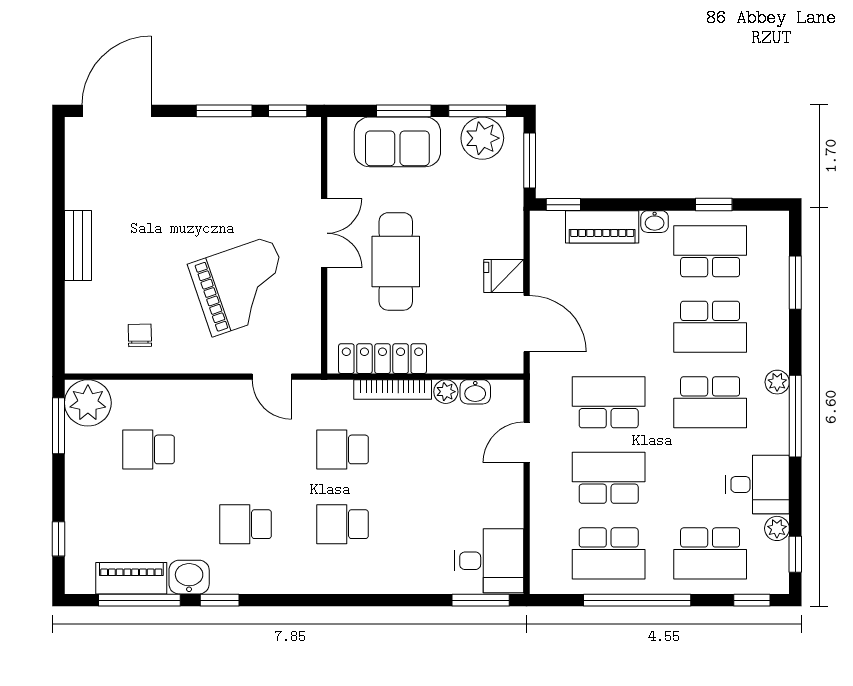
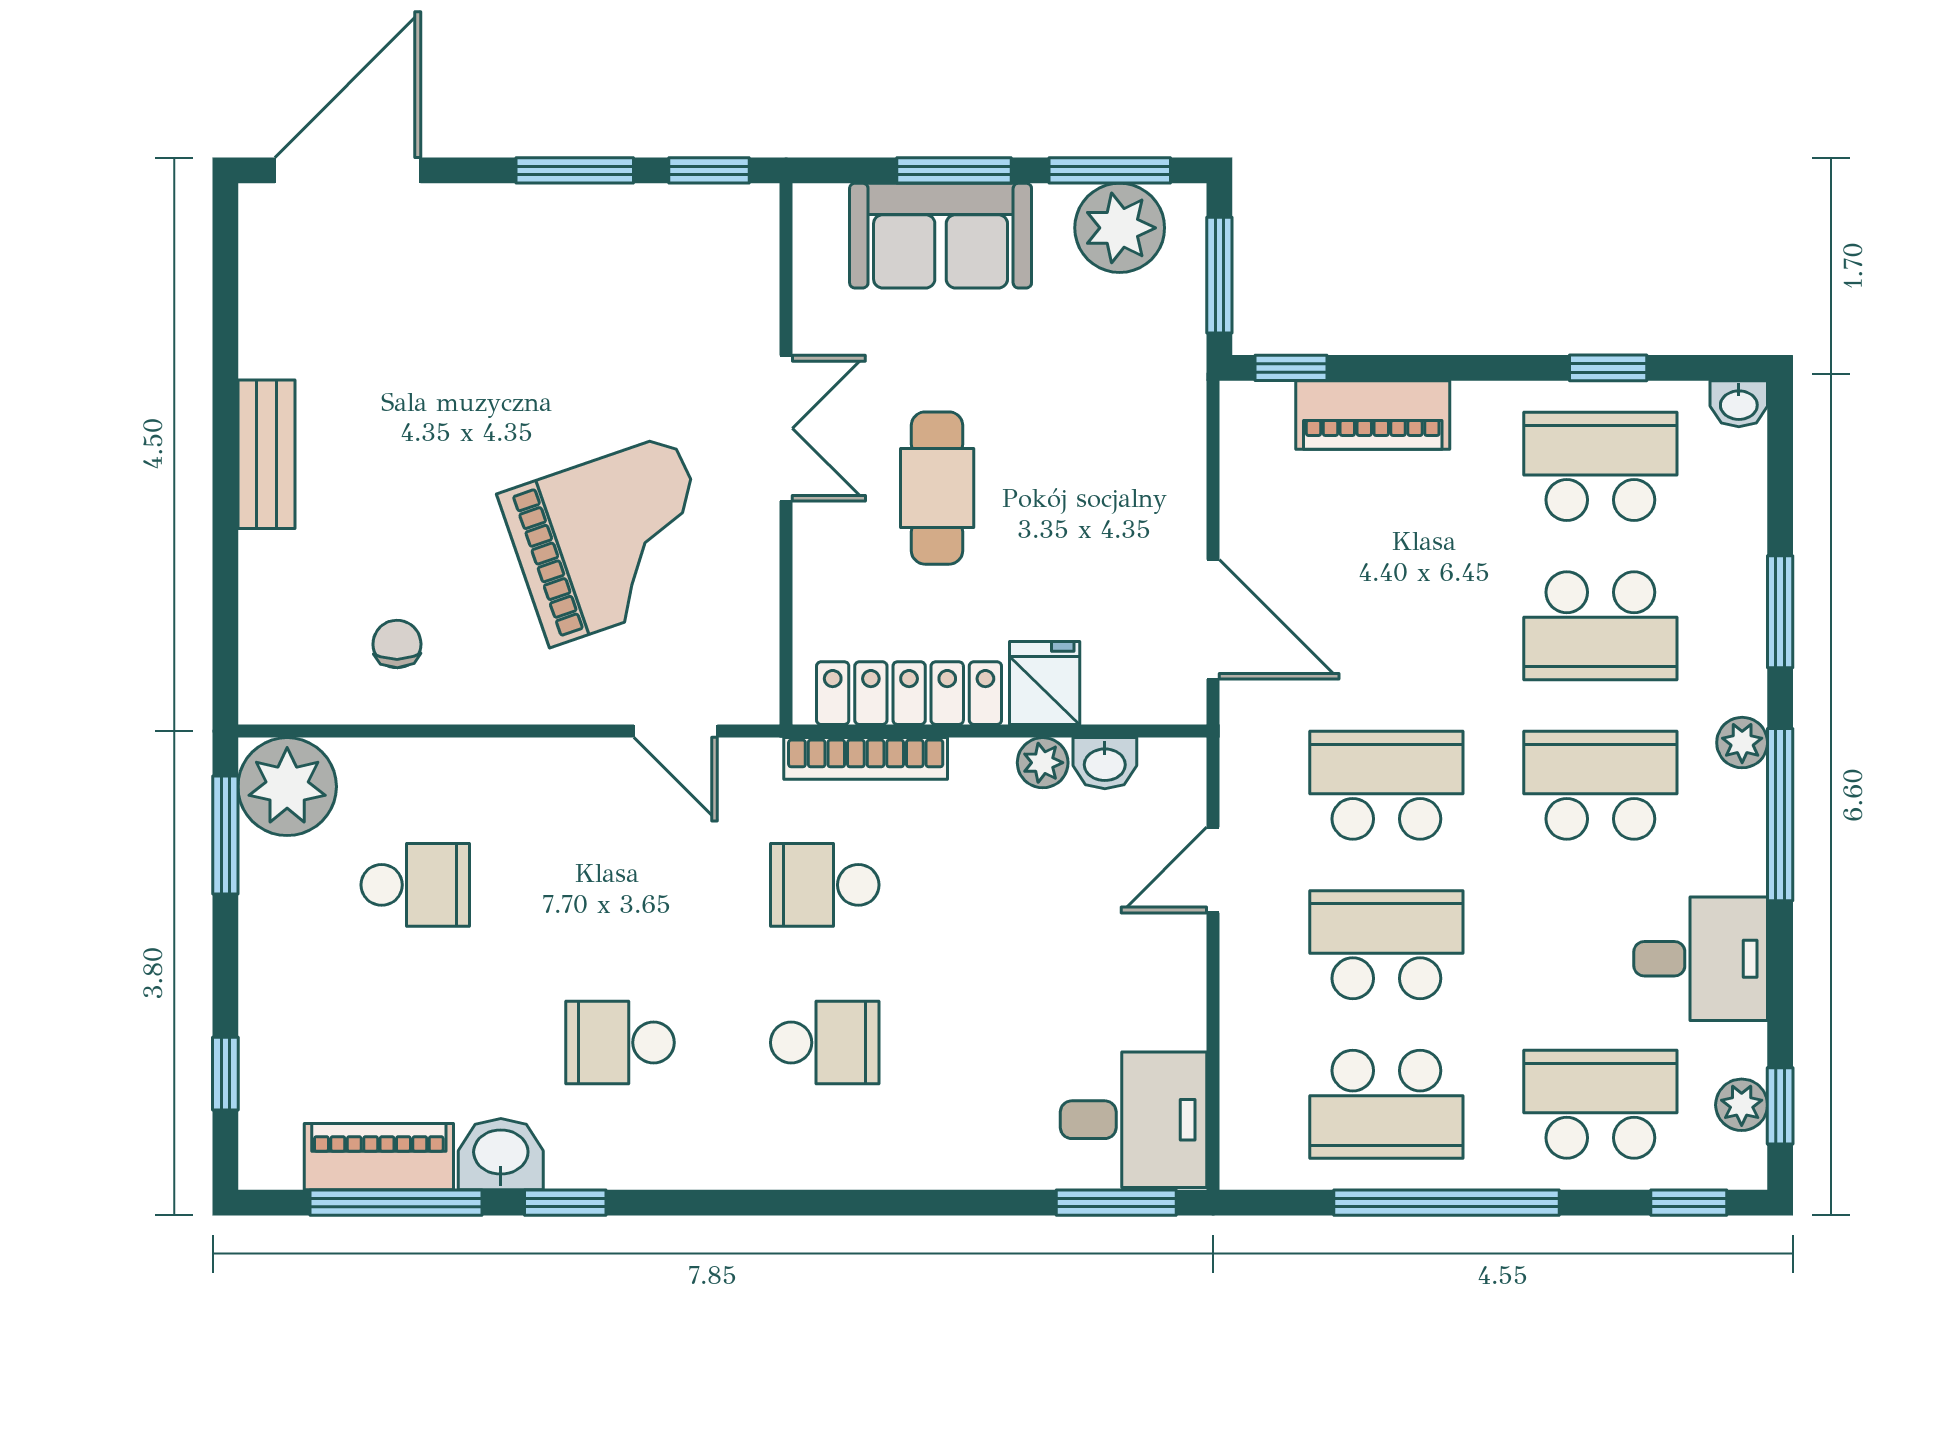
washbasin: (655, 222) -> (1739, 404), moved
cafe table: (396, 261) -> (937, 488), width x0.73, depth x0.74
fridge: (504, 276) -> (1045, 683), moved, turned 90
window: (795, 283) -> (1780, 612), moved
bookcase: (393, 390) -> (866, 758), moved
school desk: (710, 402) -> (1600, 785), turned 180
school desk: (149, 449) -> (415, 885), turned 180
school desk: (343, 524) -> (825, 1043), turned 180
plant: (777, 528) -> (1742, 1105), moved
school desk: (710, 553) -> (1600, 1104), turned 180

